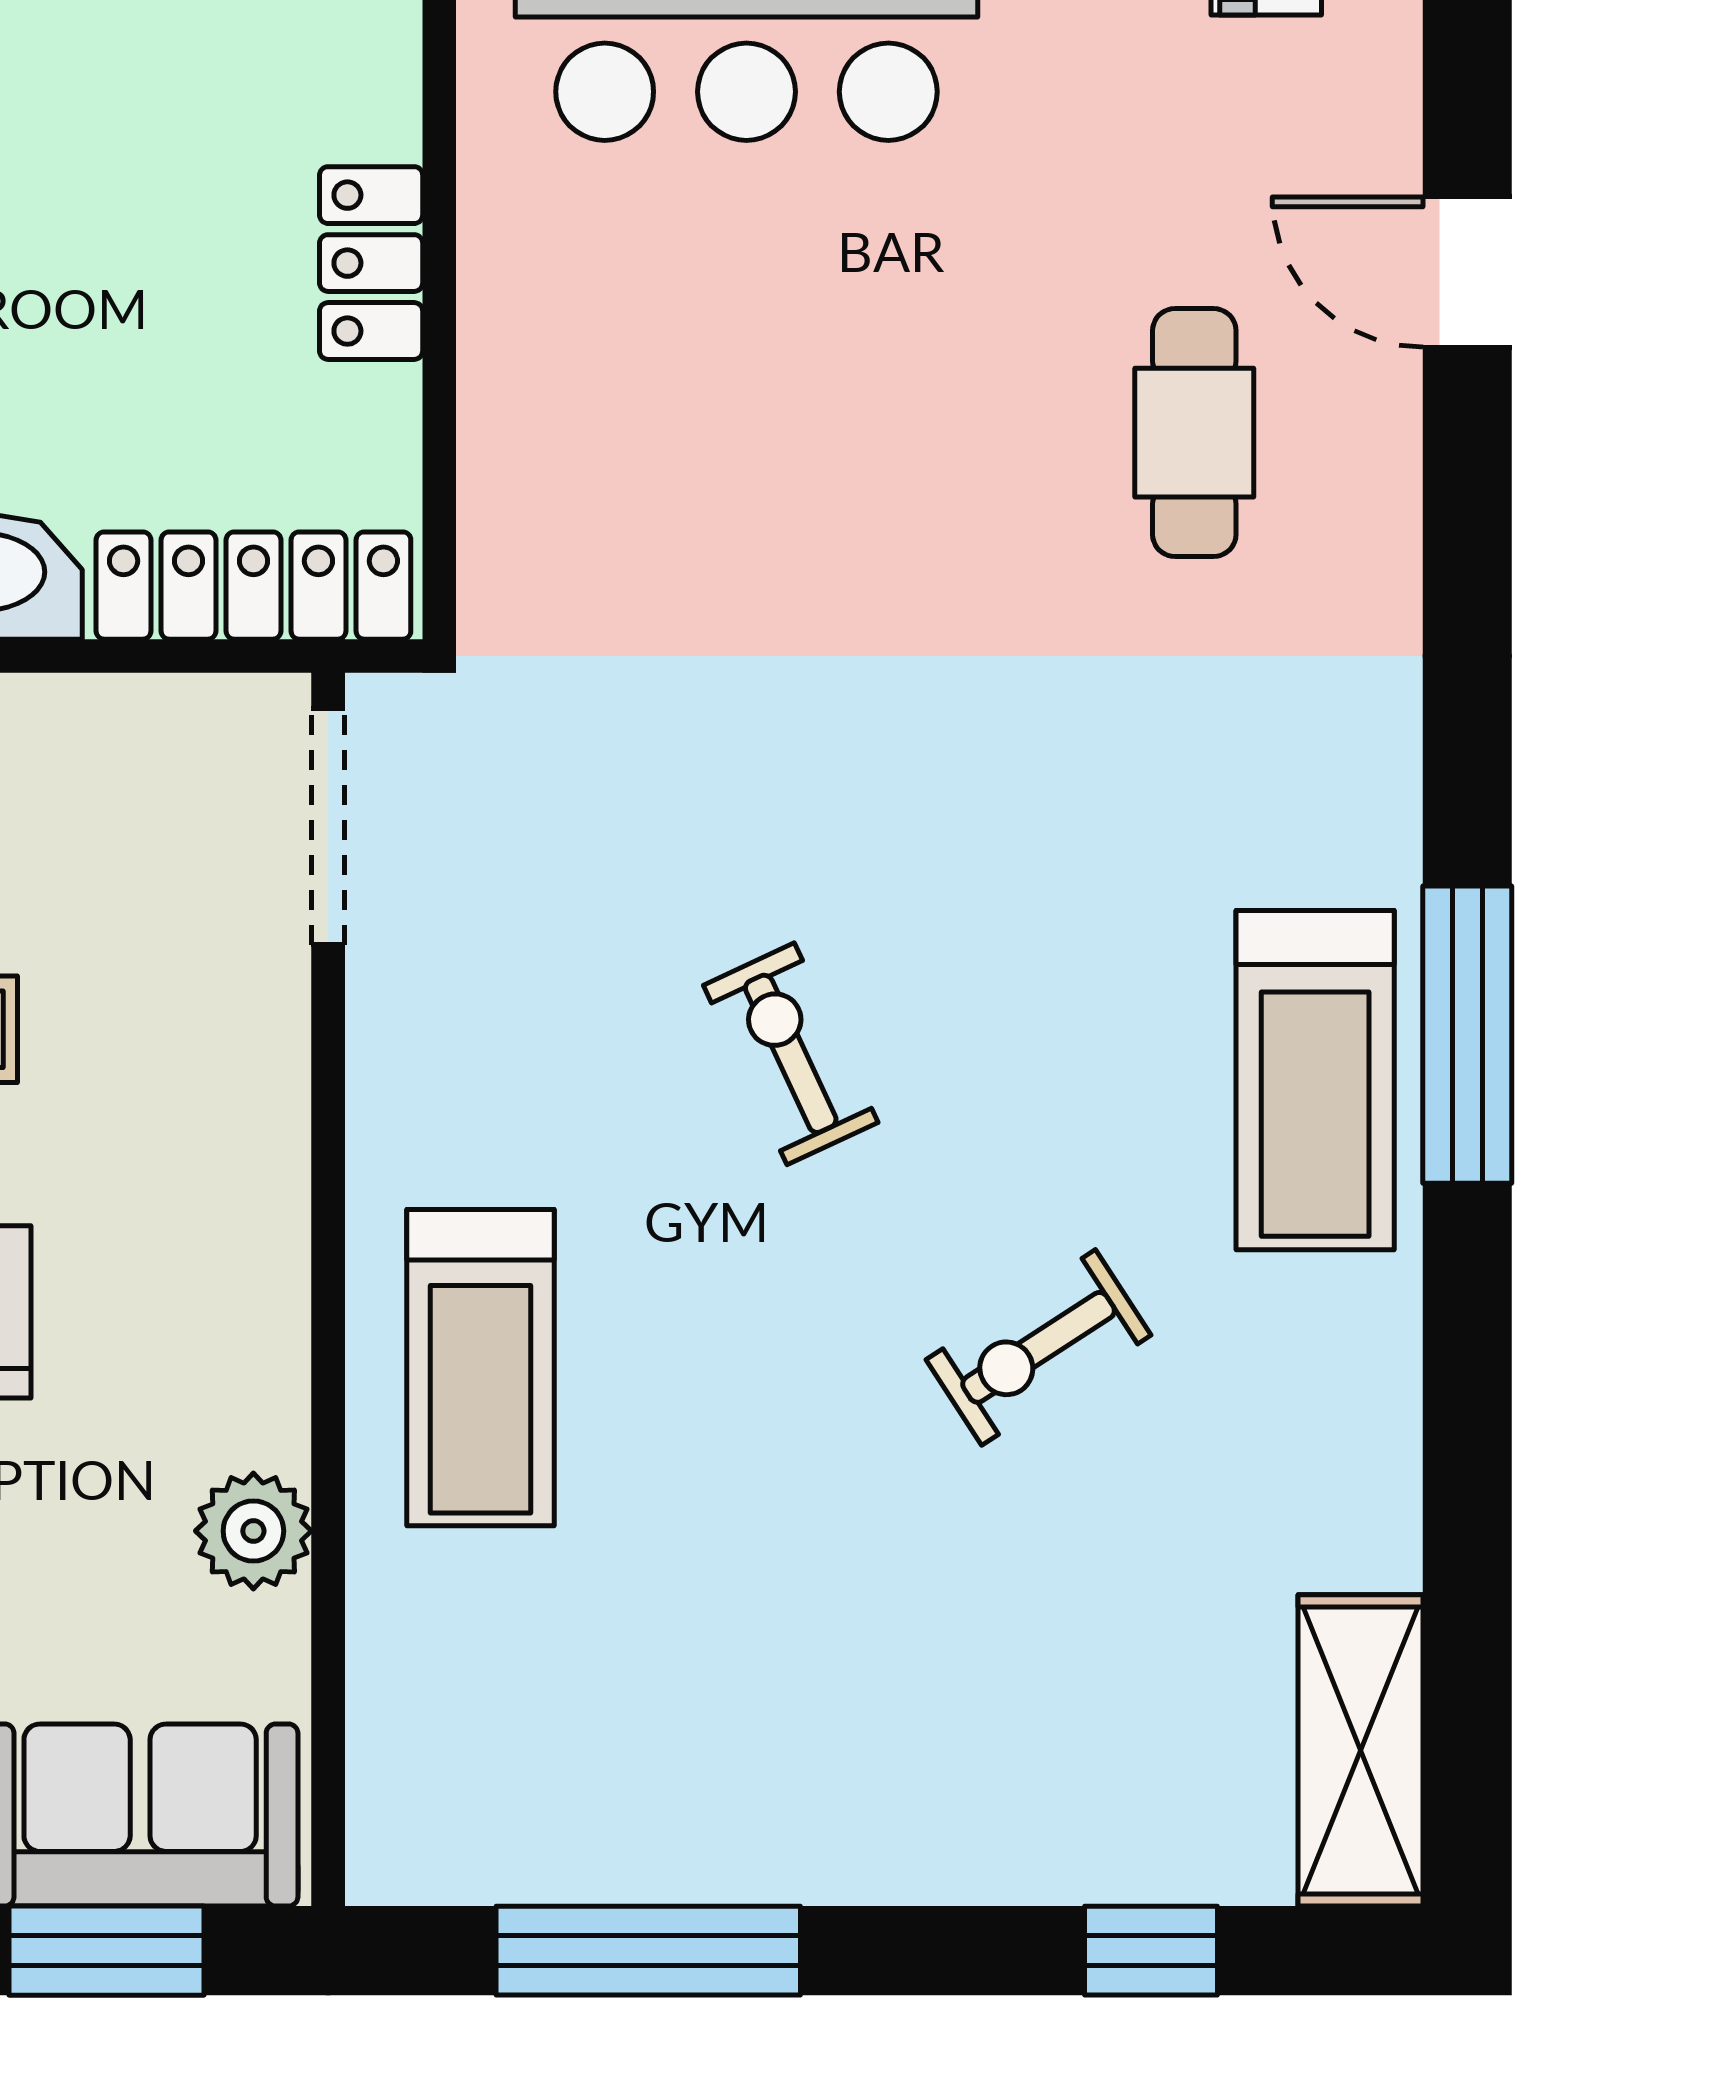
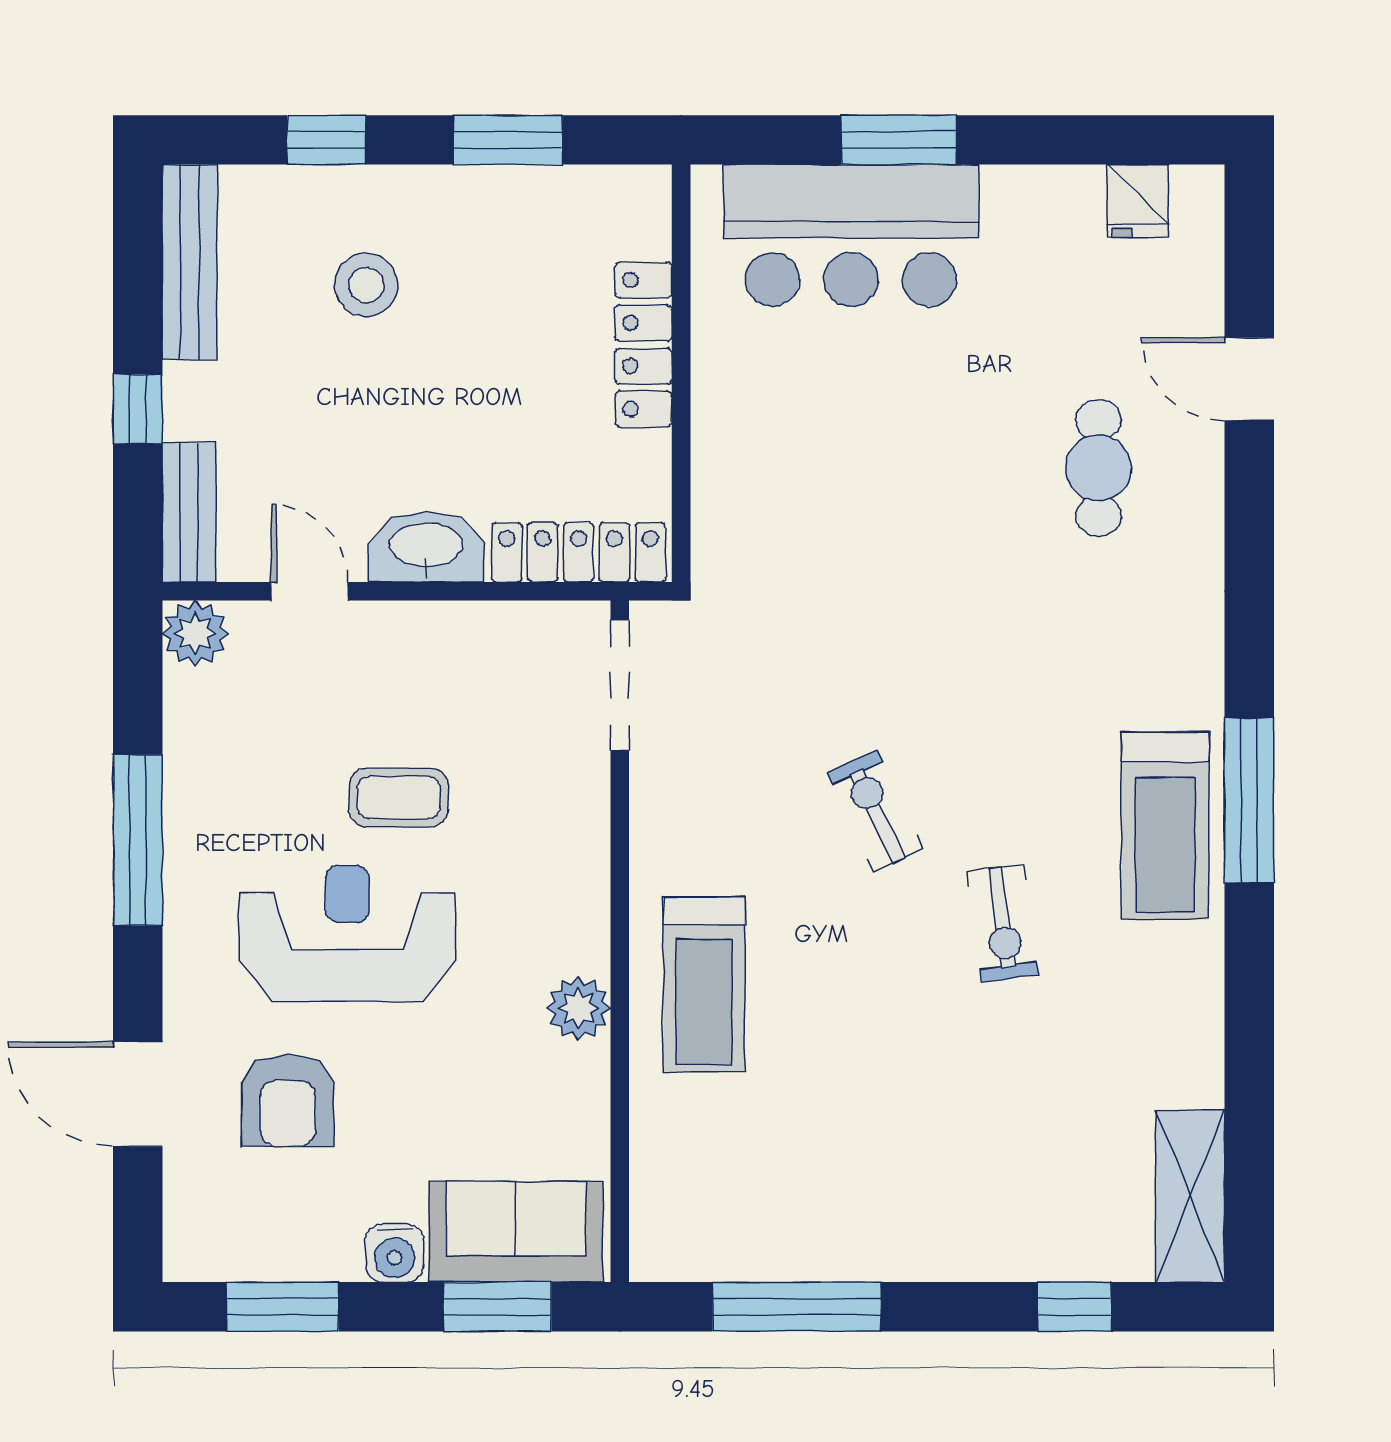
locker: (371, 263) -> (643, 344), width x1.53
exercise bike: (1039, 1347) -> (1002, 923), moved, turned -65
plant: (253, 1531) -> (578, 1008), moved

